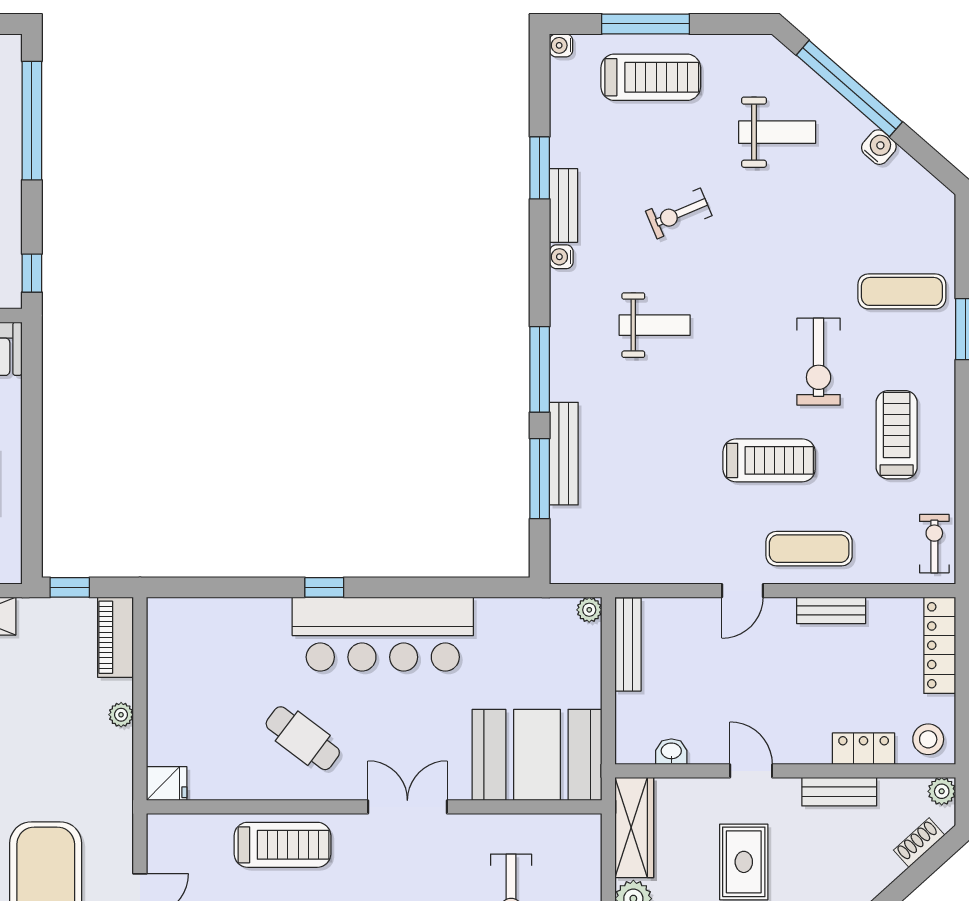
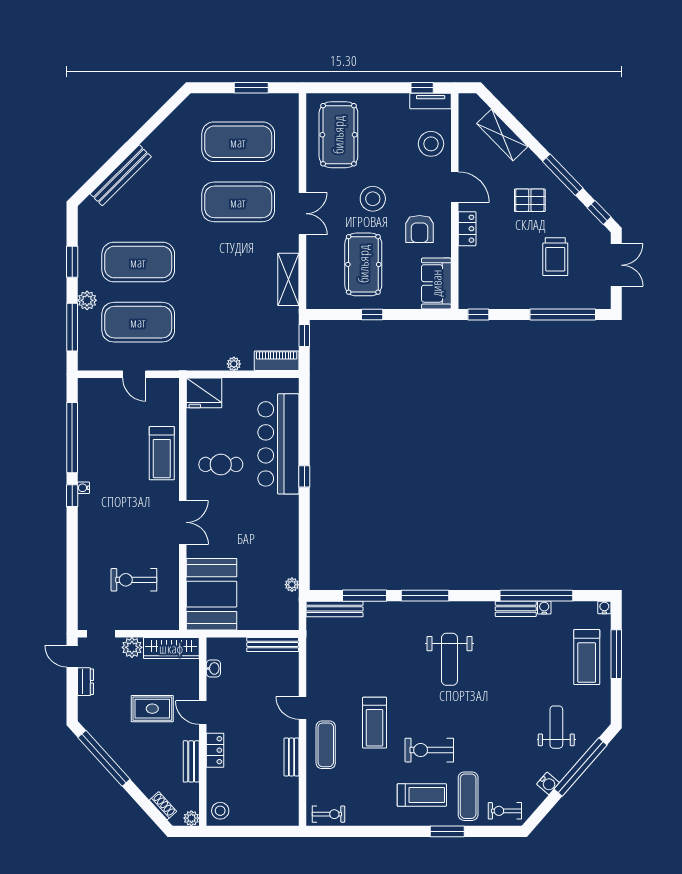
weight bench: (777, 132) -> (556, 727), turned 180
window: (540, 168) -> (536, 596), width x2.11
exercise bike: (679, 213) -> (505, 811), moved, turned -67
water cooler: (561, 257) -> (544, 608), moved
weight bench: (655, 325) -> (449, 659), width x1.36, depth x1.33
treadmill: (897, 435) -> (422, 795), moved
bench: (564, 454) -> (334, 609), moved
window: (32, 465) -> (372, 314), added
plant: (589, 610) -> (292, 585), moved
bar counter: (383, 634) -> (278, 444), moved
locker: (940, 645) -> (272, 817), removed
cafe table: (303, 738) -> (221, 464), turned 53
locker: (864, 749) -> (215, 750), moved
door: (751, 771) -> (203, 713), swing flipped
fridge: (167, 783) -> (204, 393), width x1.88, depth x1.34

